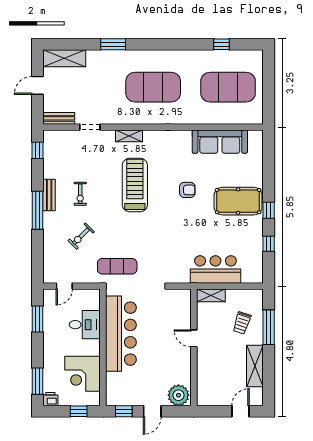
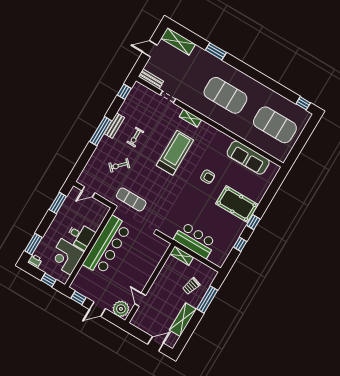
window: (222, 44) -> (303, 103), moved
desk: (85, 325) -> (80, 236), moved
door: (194, 338) -> (140, 300), moved

